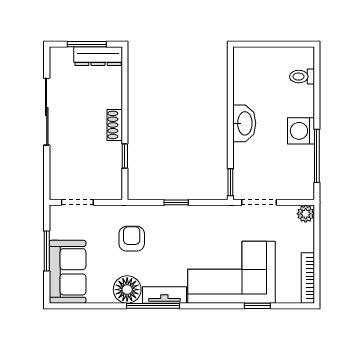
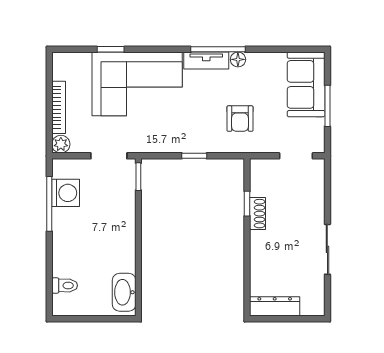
window: (87, 44) -> (286, 319), removed
sliding door: (47, 112) -> (327, 249), width x0.73
washbasin: (244, 123) -> (124, 292), moved
shoe rack: (115, 125) -> (257, 214), moved
washing machine: (301, 131) -> (66, 193), moved
bookcase: (308, 278) -> (59, 107), moved
floor lamp: (127, 290) -> (238, 59), width x0.53, depth x0.53

